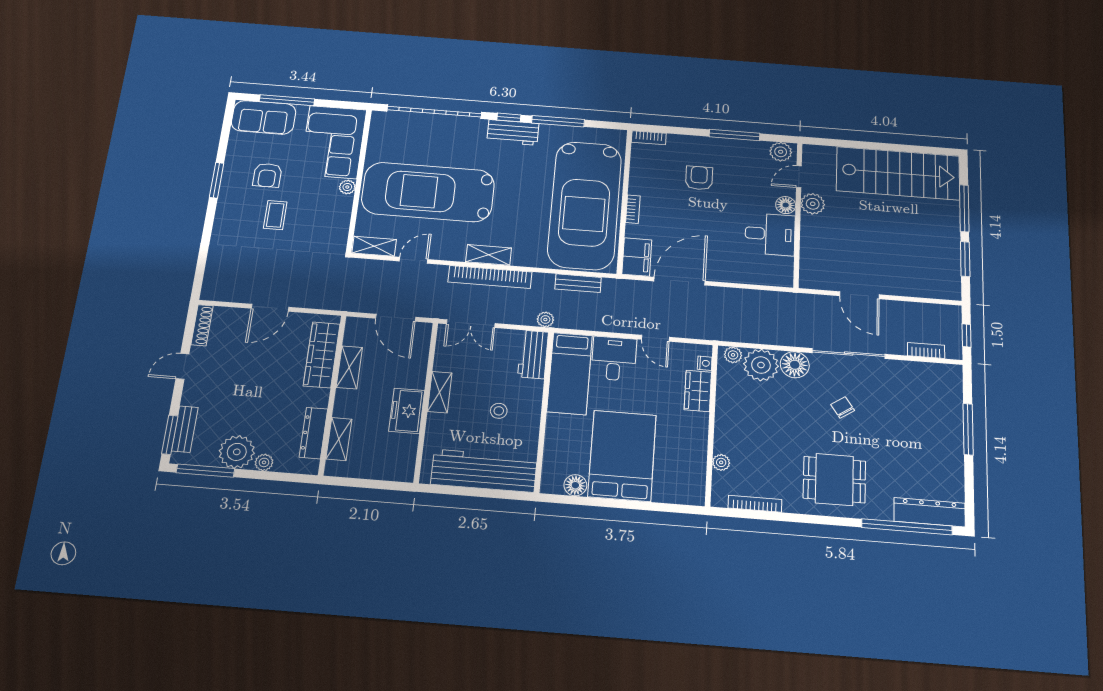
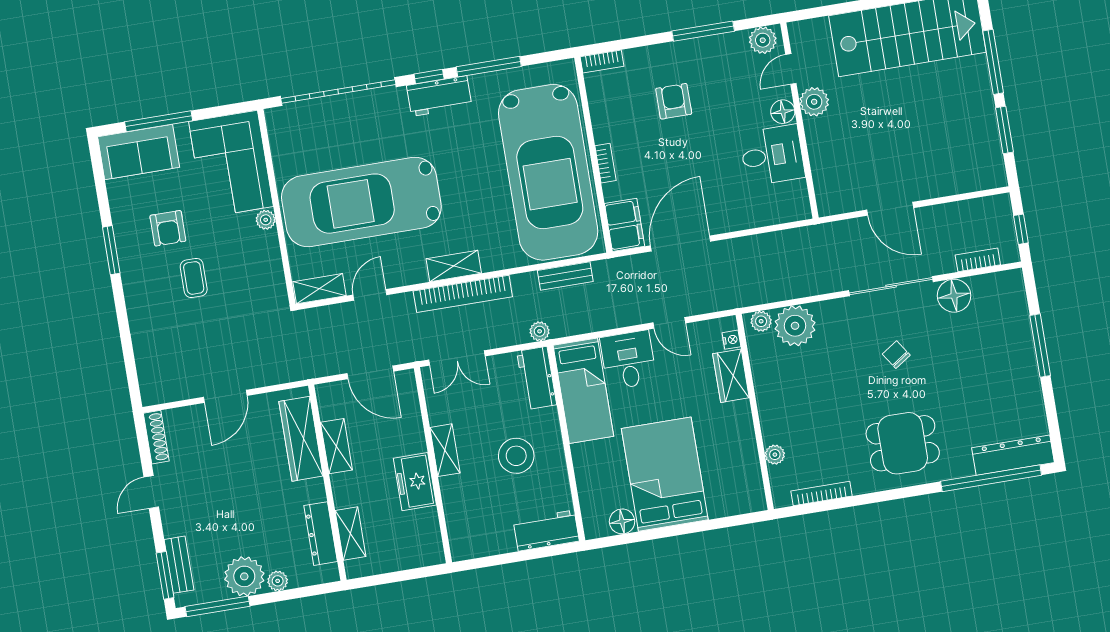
floor lamp: (795, 365) -> (954, 296), moved
stool: (499, 411) -> (516, 456), width x1.89, depth x1.89
workbench: (484, 471) -> (546, 531), width x0.53, depth x0.76

